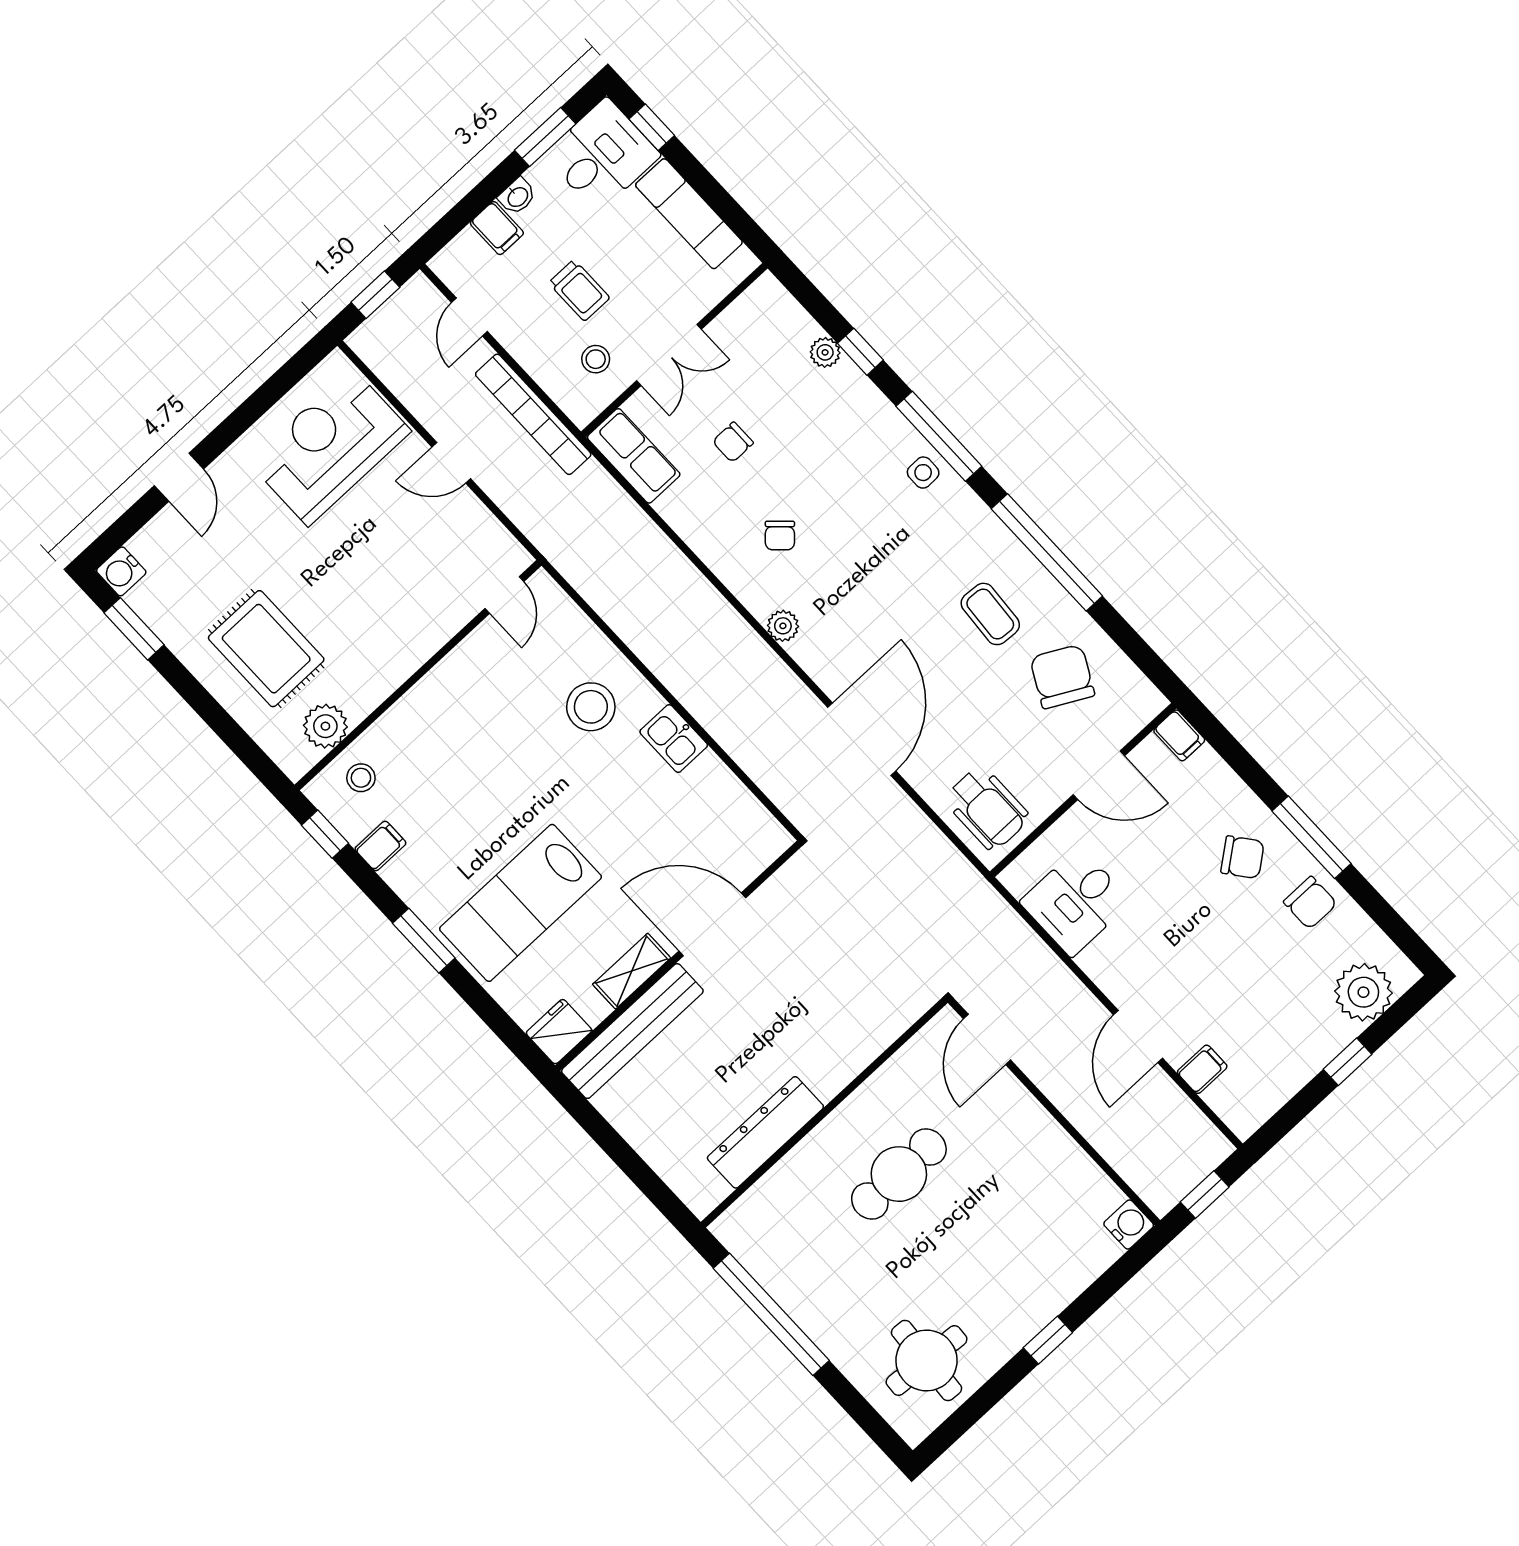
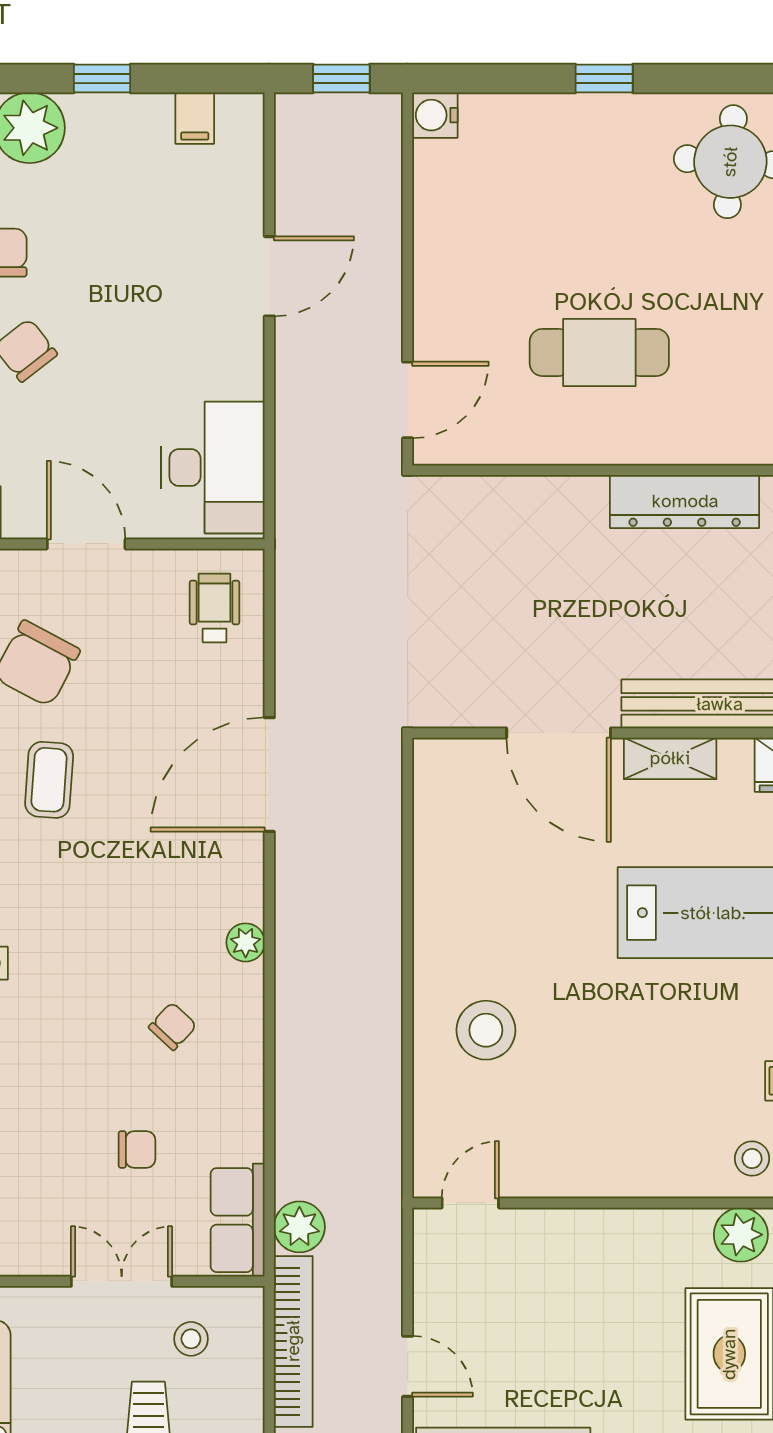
plant: (593, 486) -> (299, 1227), added
kitchen sink: (674, 739) -> (438, 932), removed
wheelchair: (987, 808) -> (215, 608), width x0.73, depth x0.73
desk: (1076, 902) -> (213, 468), width x1.37
filing cabinet: (1202, 1069) -> (195, 118), moved, turned -90

